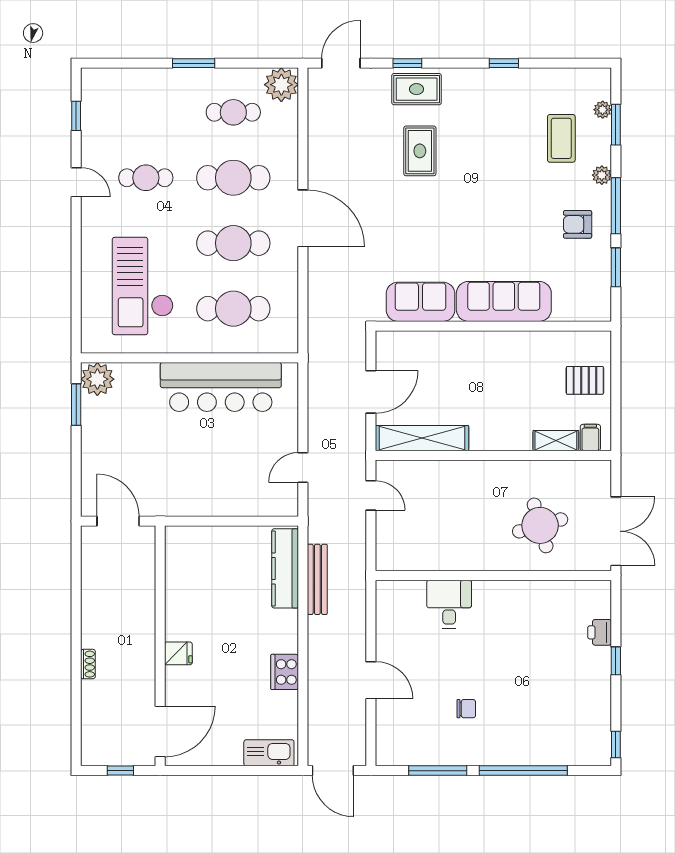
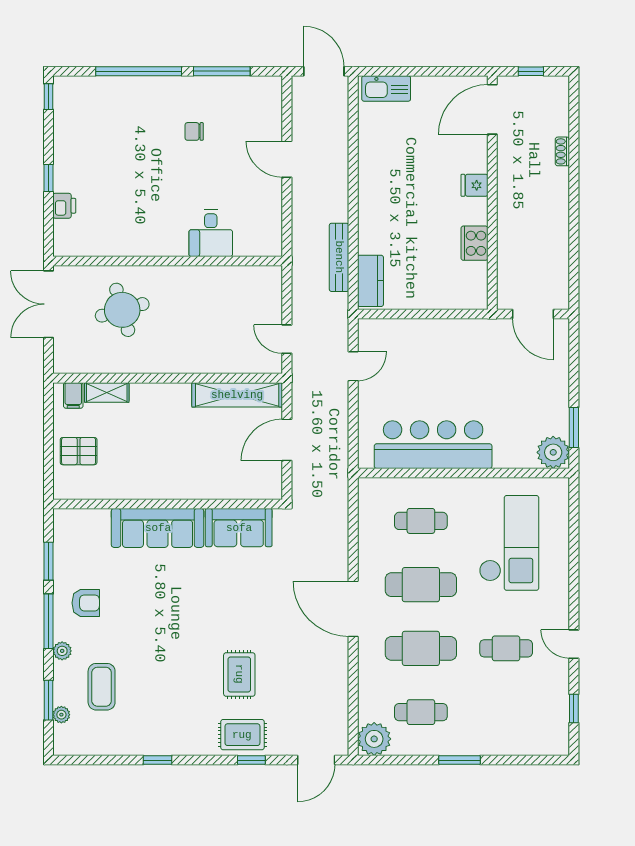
cafe table: (233, 309) -> (421, 521), width x0.73, depth x0.74
kitchen counter: (285, 568) -> (370, 281), width x0.67
shoe rack: (88, 664) -> (562, 151), moved
cooker: (285, 672) -> (474, 243), moved, turned 180

